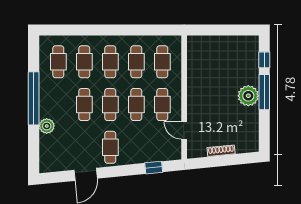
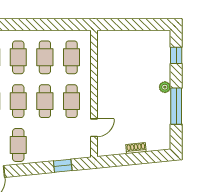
window: (264, 92) -> (176, 106), moved
plant: (248, 96) -> (165, 87), width x0.53, depth x0.53
door: (184, 131) -> (94, 128), swing flipped
shoe rack: (221, 151) -> (136, 148), width x0.70

